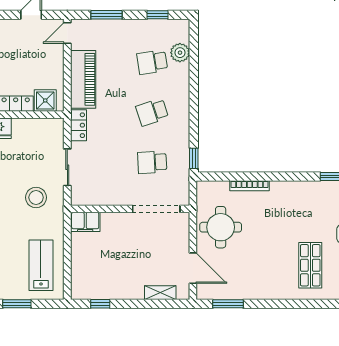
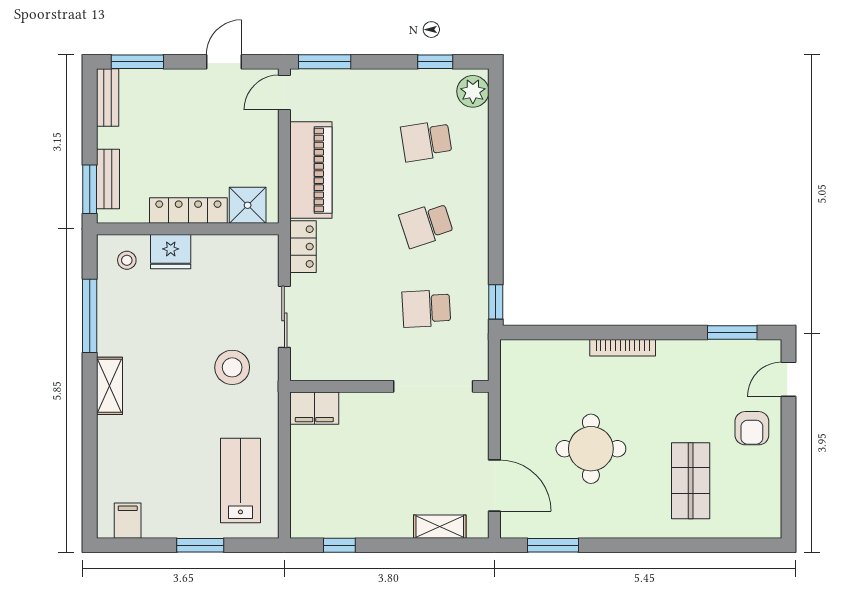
window: (106, 15) -> (325, 62), moved
plant: (180, 53) -> (473, 91), moved
bookcase: (250, 186) -> (623, 348), moved
round table: (221, 227) -> (591, 449), moved

